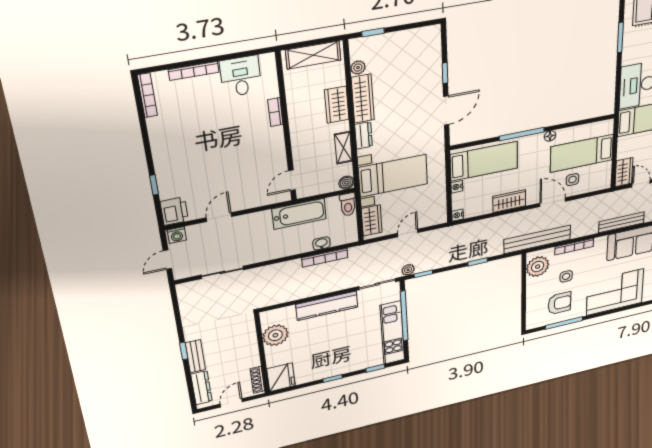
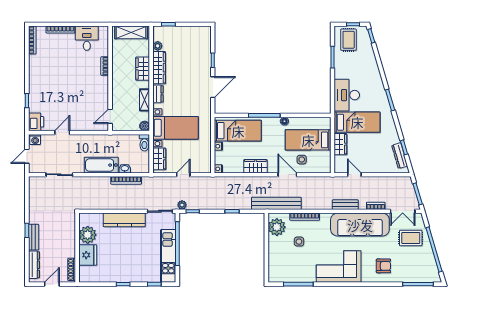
wardrobe: (624, 172) -> (340, 144), moved
bathtub: (299, 214) -> (101, 165), moved, turned 180
bench: (621, 222) -> (345, 205), width x0.73
armchair: (560, 303) -> (294, 265), removed
fridge: (281, 377) -> (88, 255), moved

